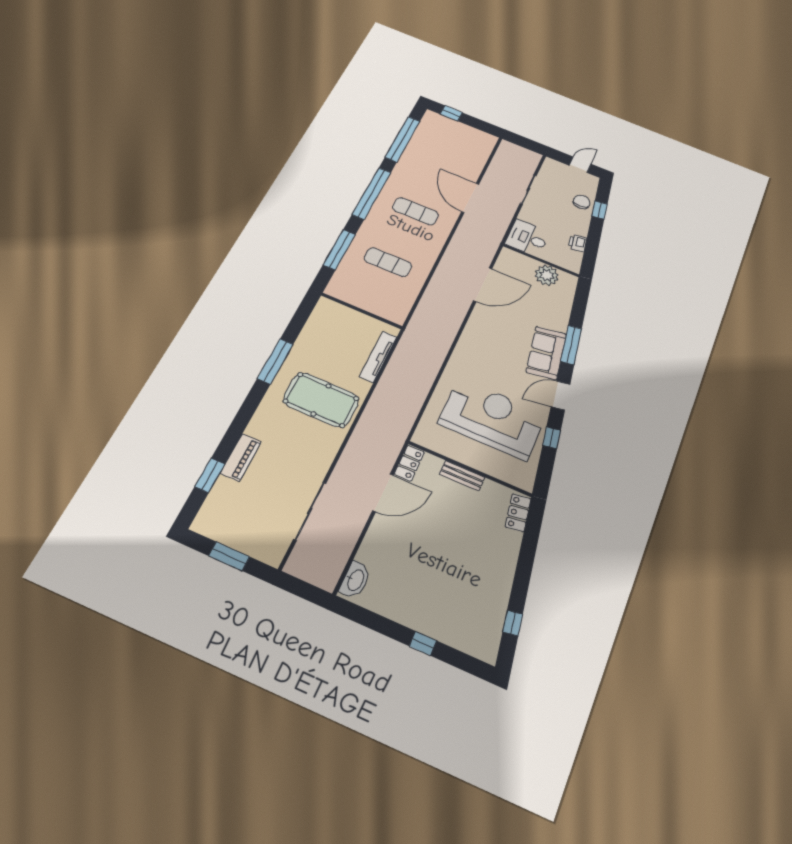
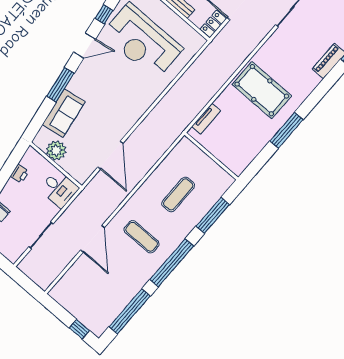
exercise mat: (388, 262) -> (178, 194), turned 90
door: (483, 285) -> (110, 155), swing flipped
sofa: (546, 353) -> (64, 113), moved
tv unit: (378, 357) -> (206, 119), width x0.71

